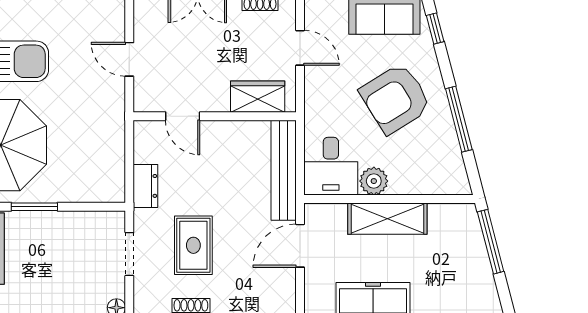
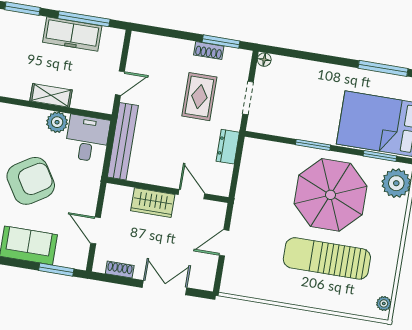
door: (129, 59) -> (224, 243), swing flipped
wardrobe: (258, 97) -> (153, 203), moved
shelving: (387, 219) -> (51, 95), width x0.67, depth x0.75
door: (300, 246) -> (120, 83), width x0.73

